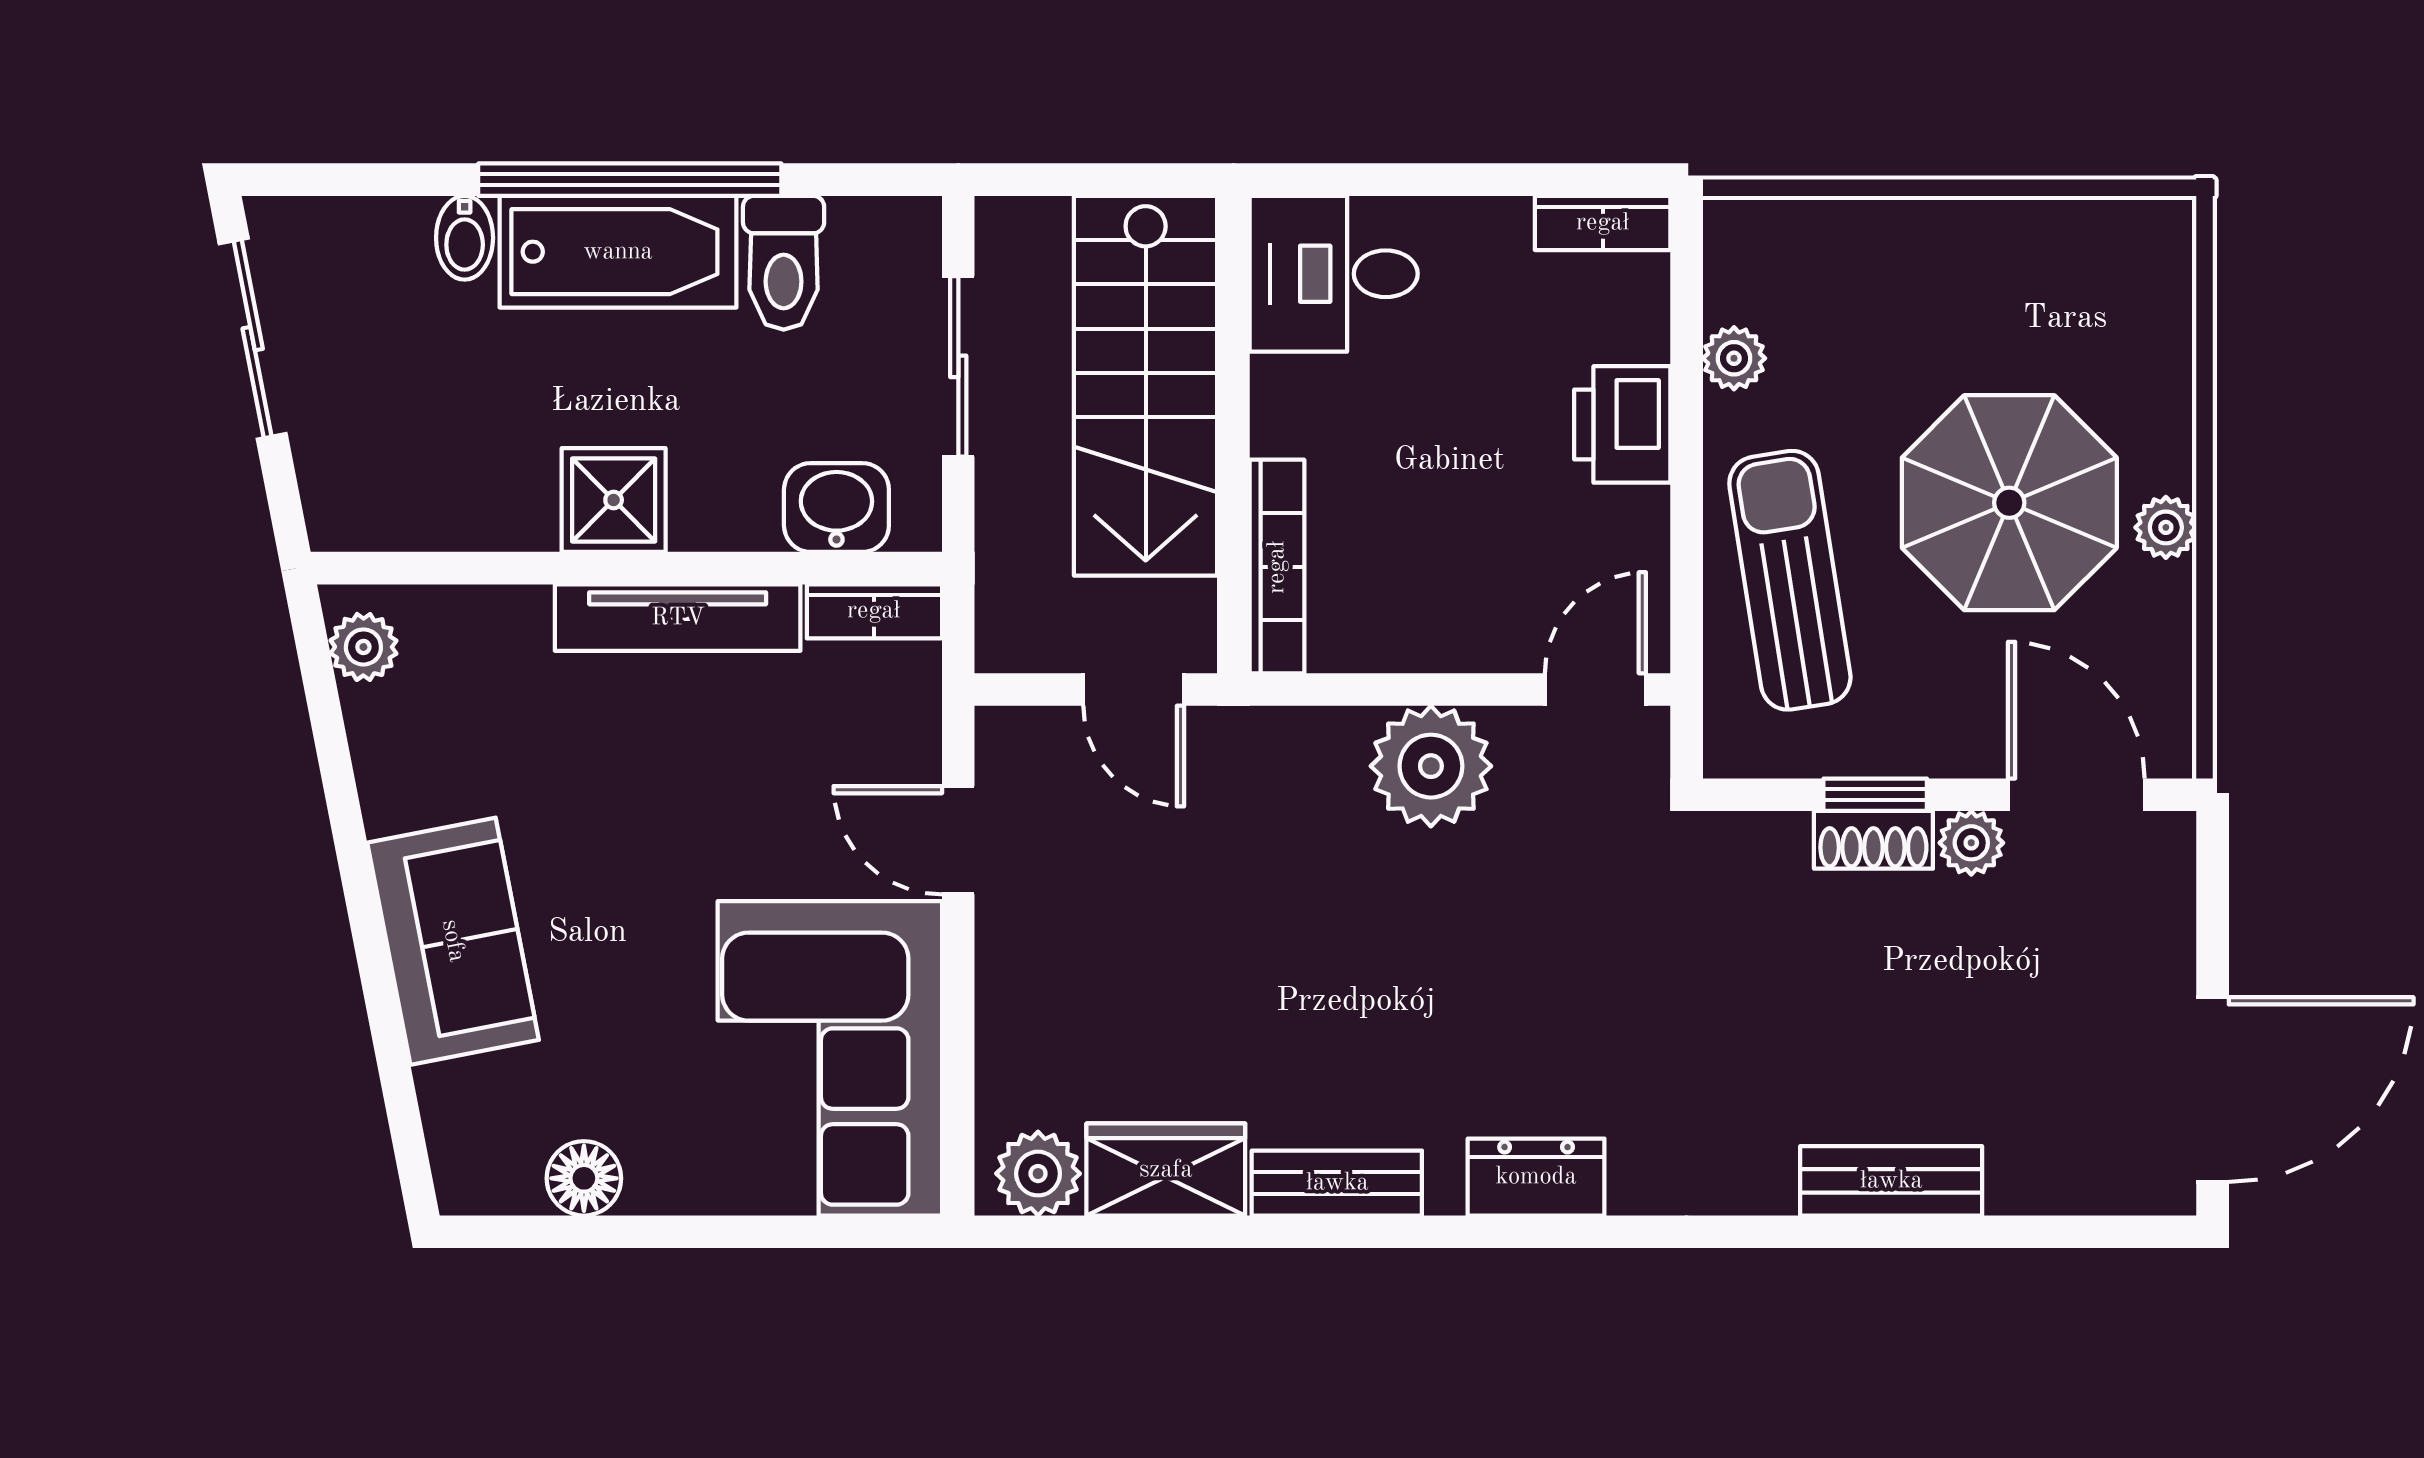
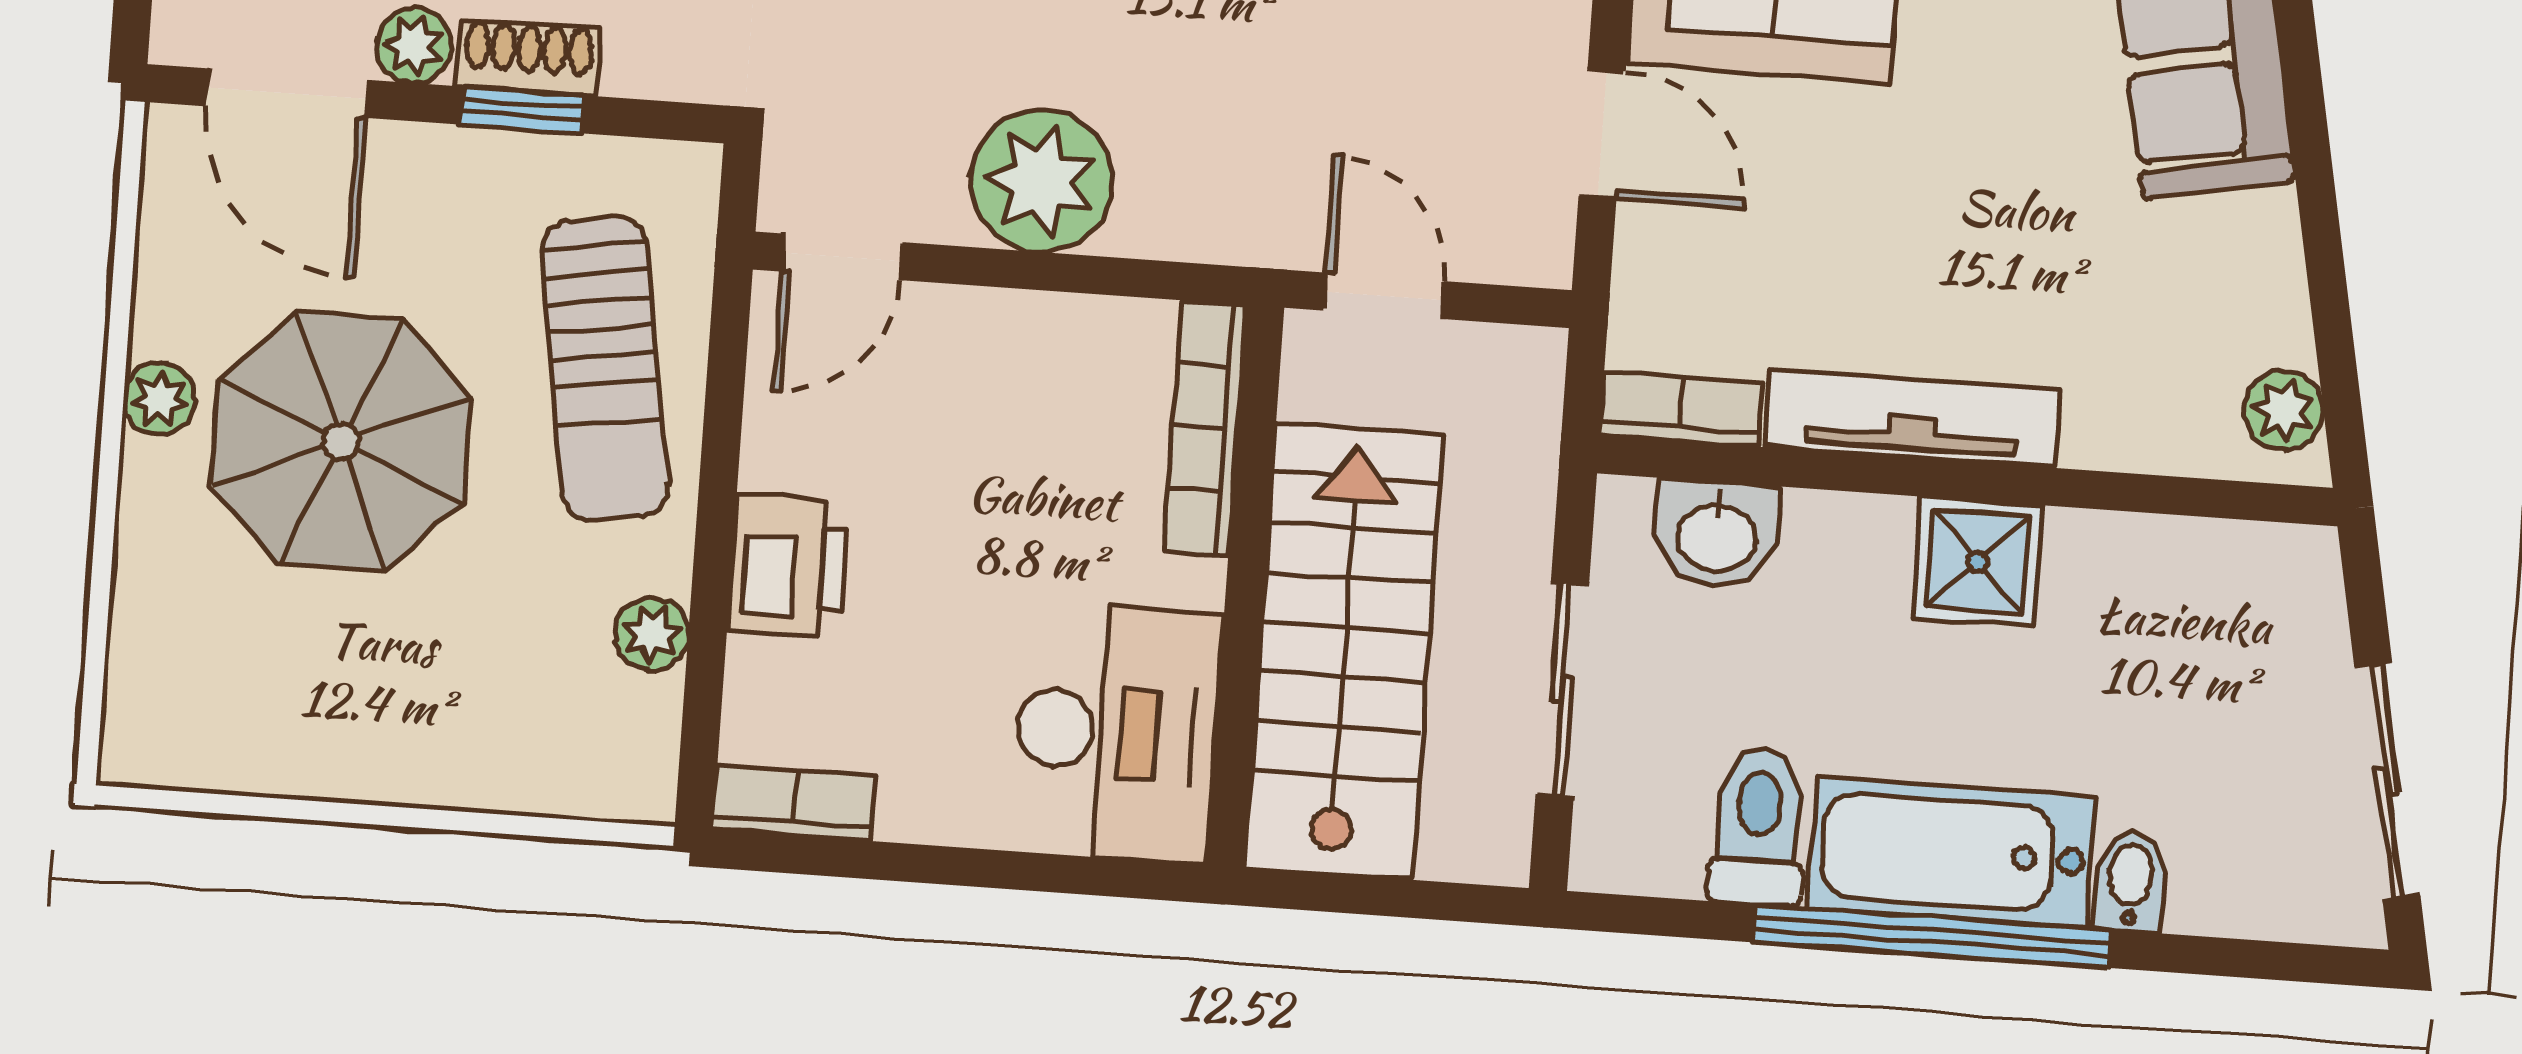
desk: (1334, 274) -> (1117, 733), width x1.37

